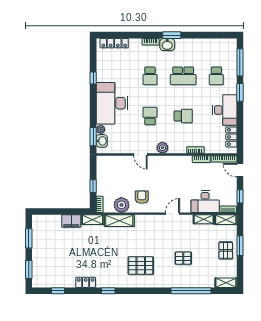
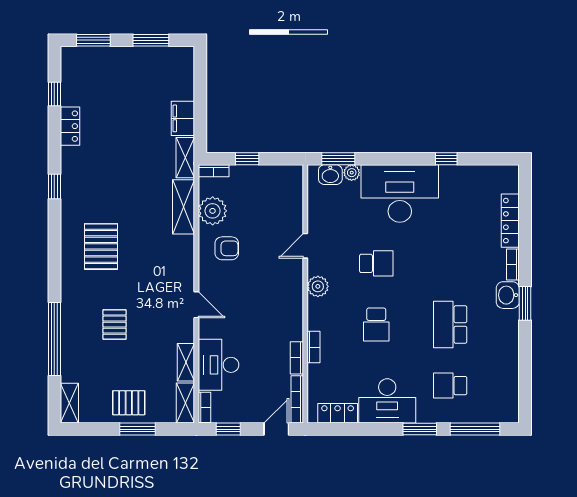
locker: (114, 43) -> (510, 221), moved
school desk: (150, 76) -> (450, 263), removed
locker: (86, 282) -> (70, 126), moved

